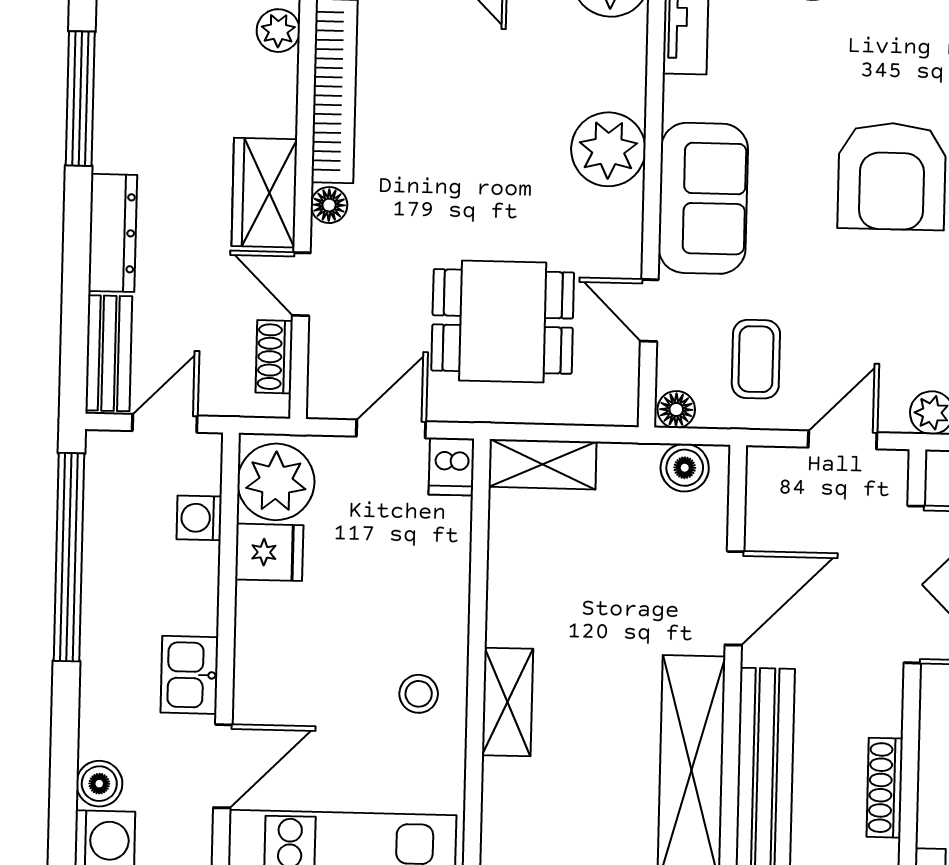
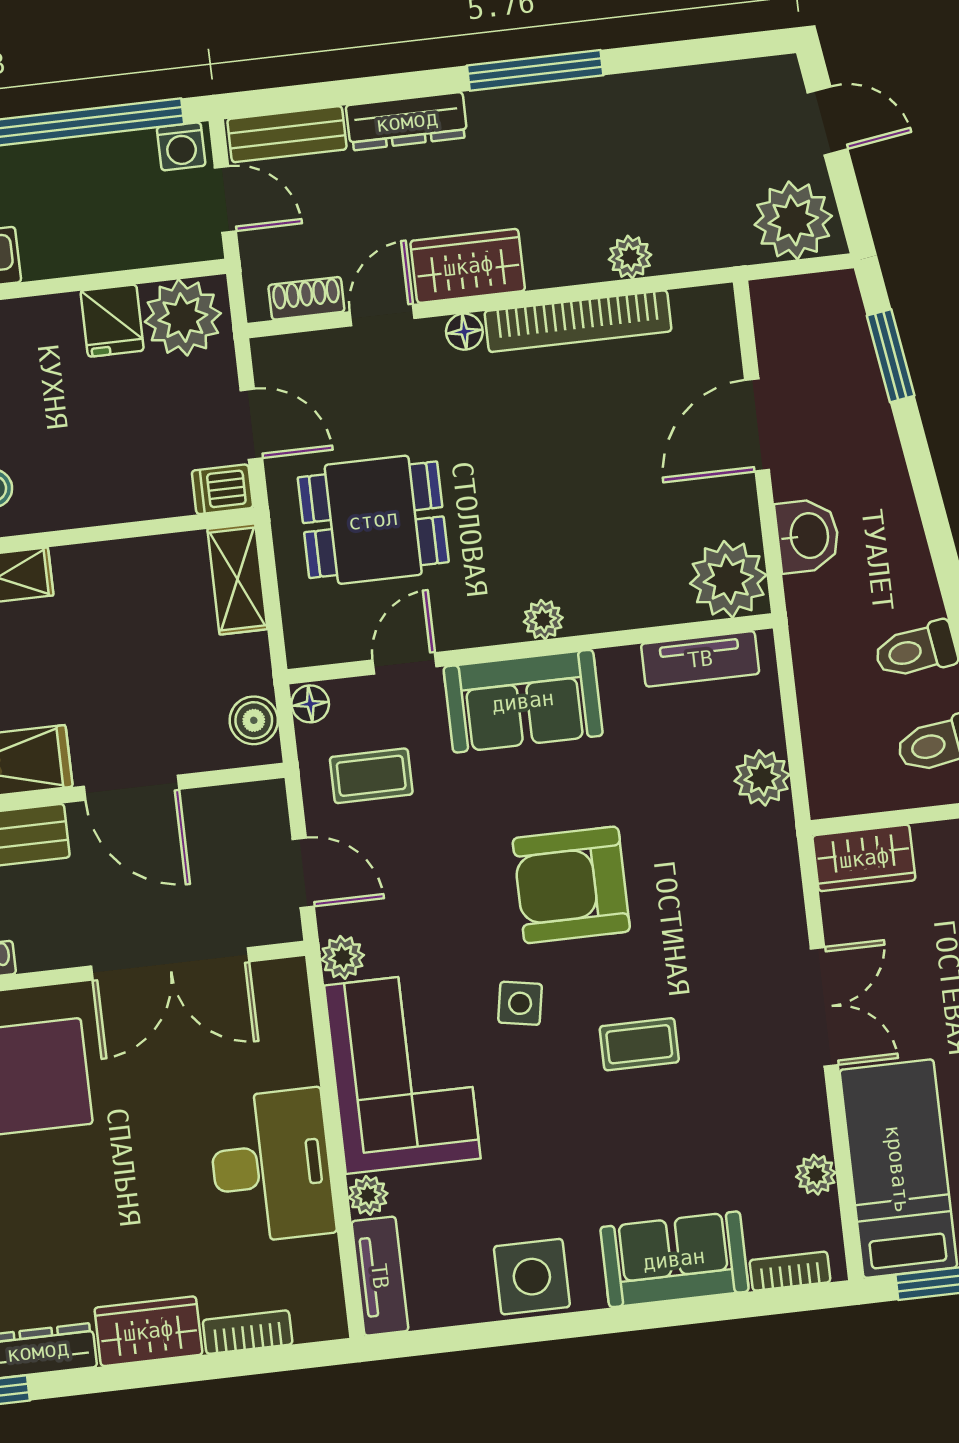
plant: (608, 149) -> (543, 620), width x0.53, depth x0.53
dining table: (503, 321) -> (373, 520), turned 90
washing machine: (199, 518) -> (181, 146), moved, turned 180

